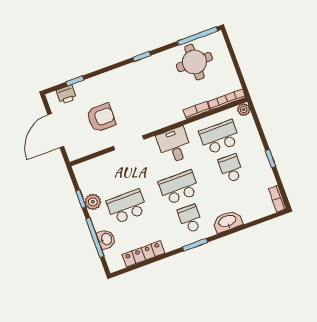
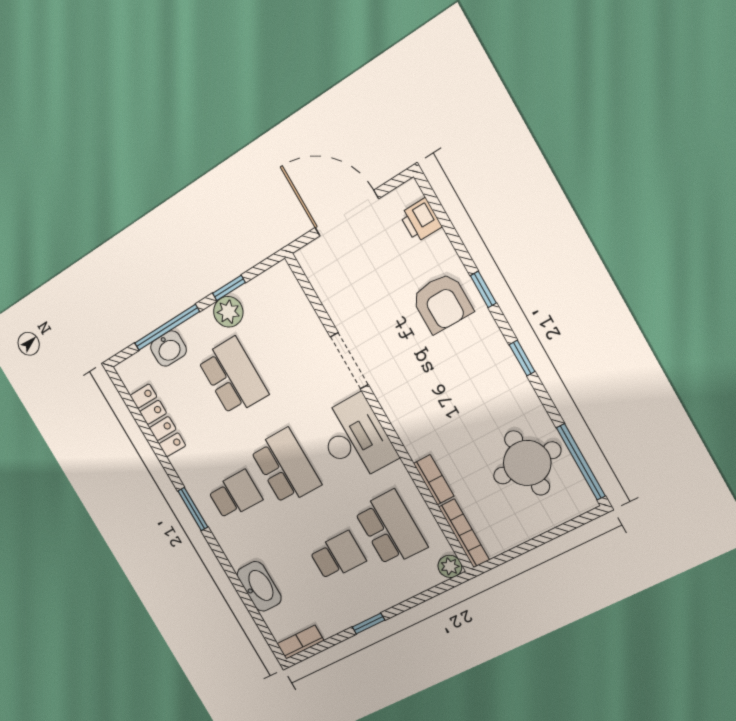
window: (75, 81) -> (483, 289), moved
armchair: (101, 118) -> (442, 303), moved
desk: (174, 145) -> (355, 439), width x1.37
washbasin: (228, 221) -> (259, 586), moved

